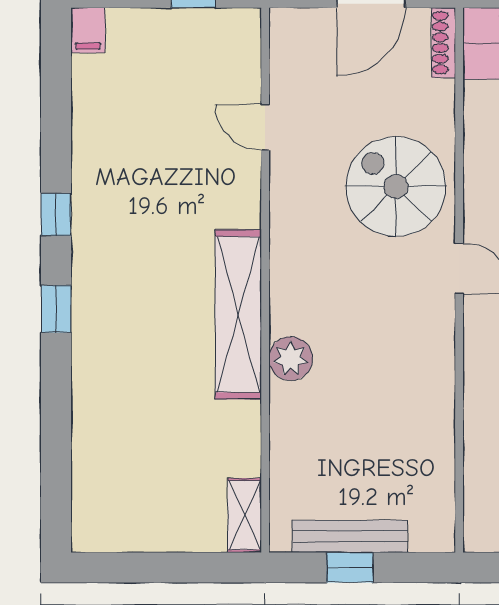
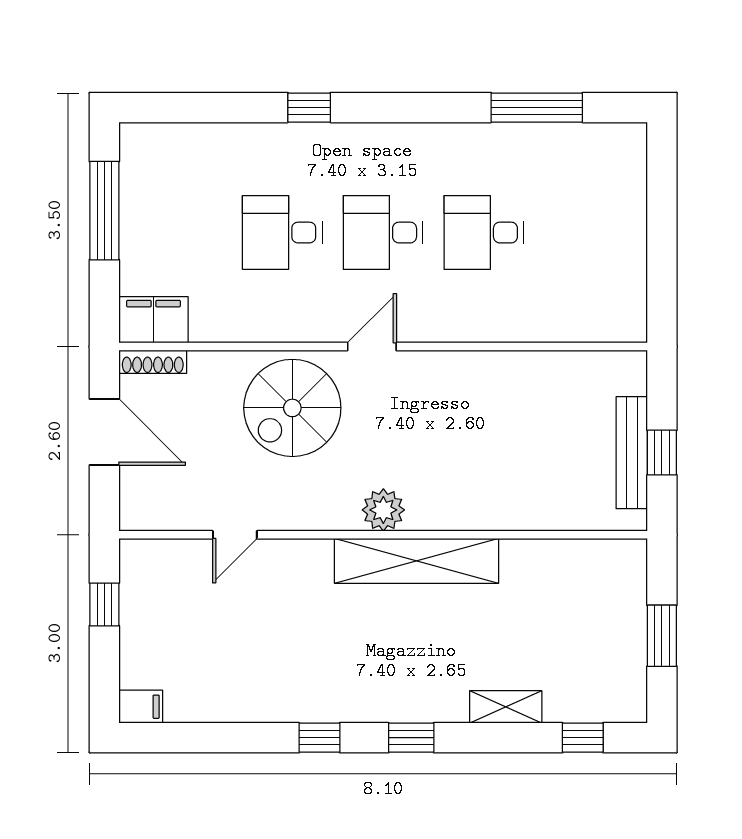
plant: (291, 358) -> (383, 510), moved
window: (56, 486) -> (583, 738), added
shelving: (245, 515) -> (506, 707), moved
window: (161, 567) -> (662, 636), added

